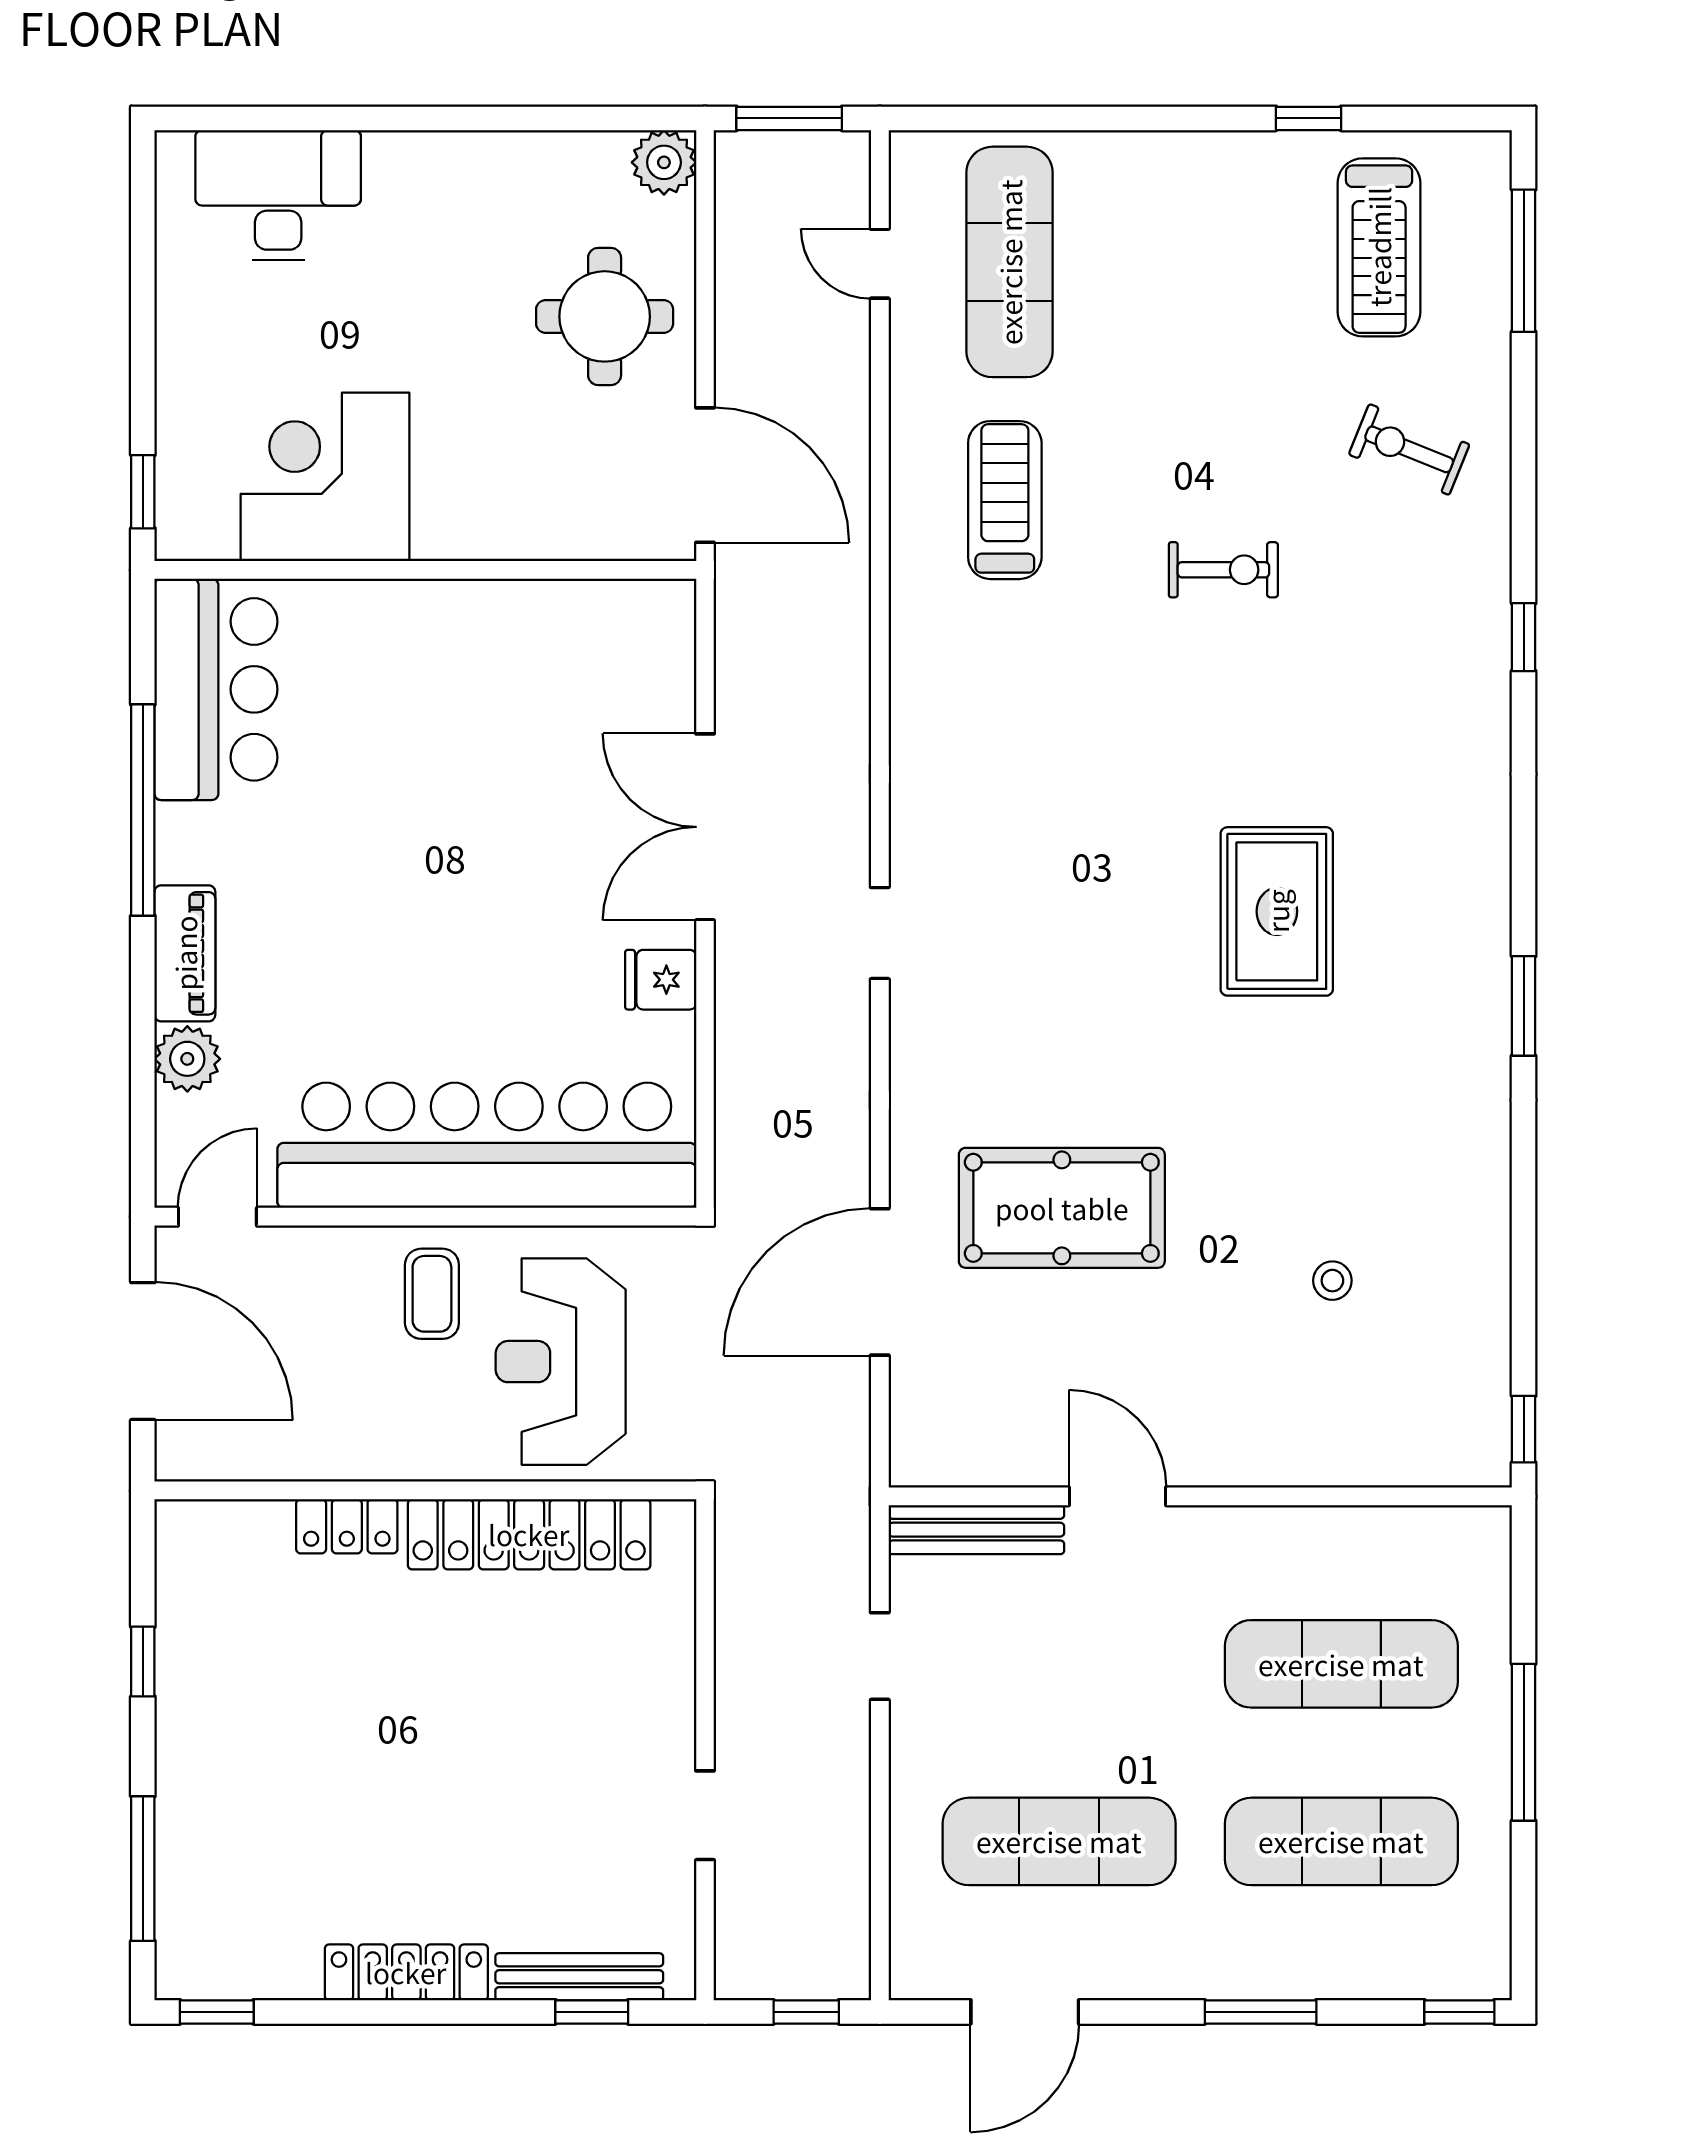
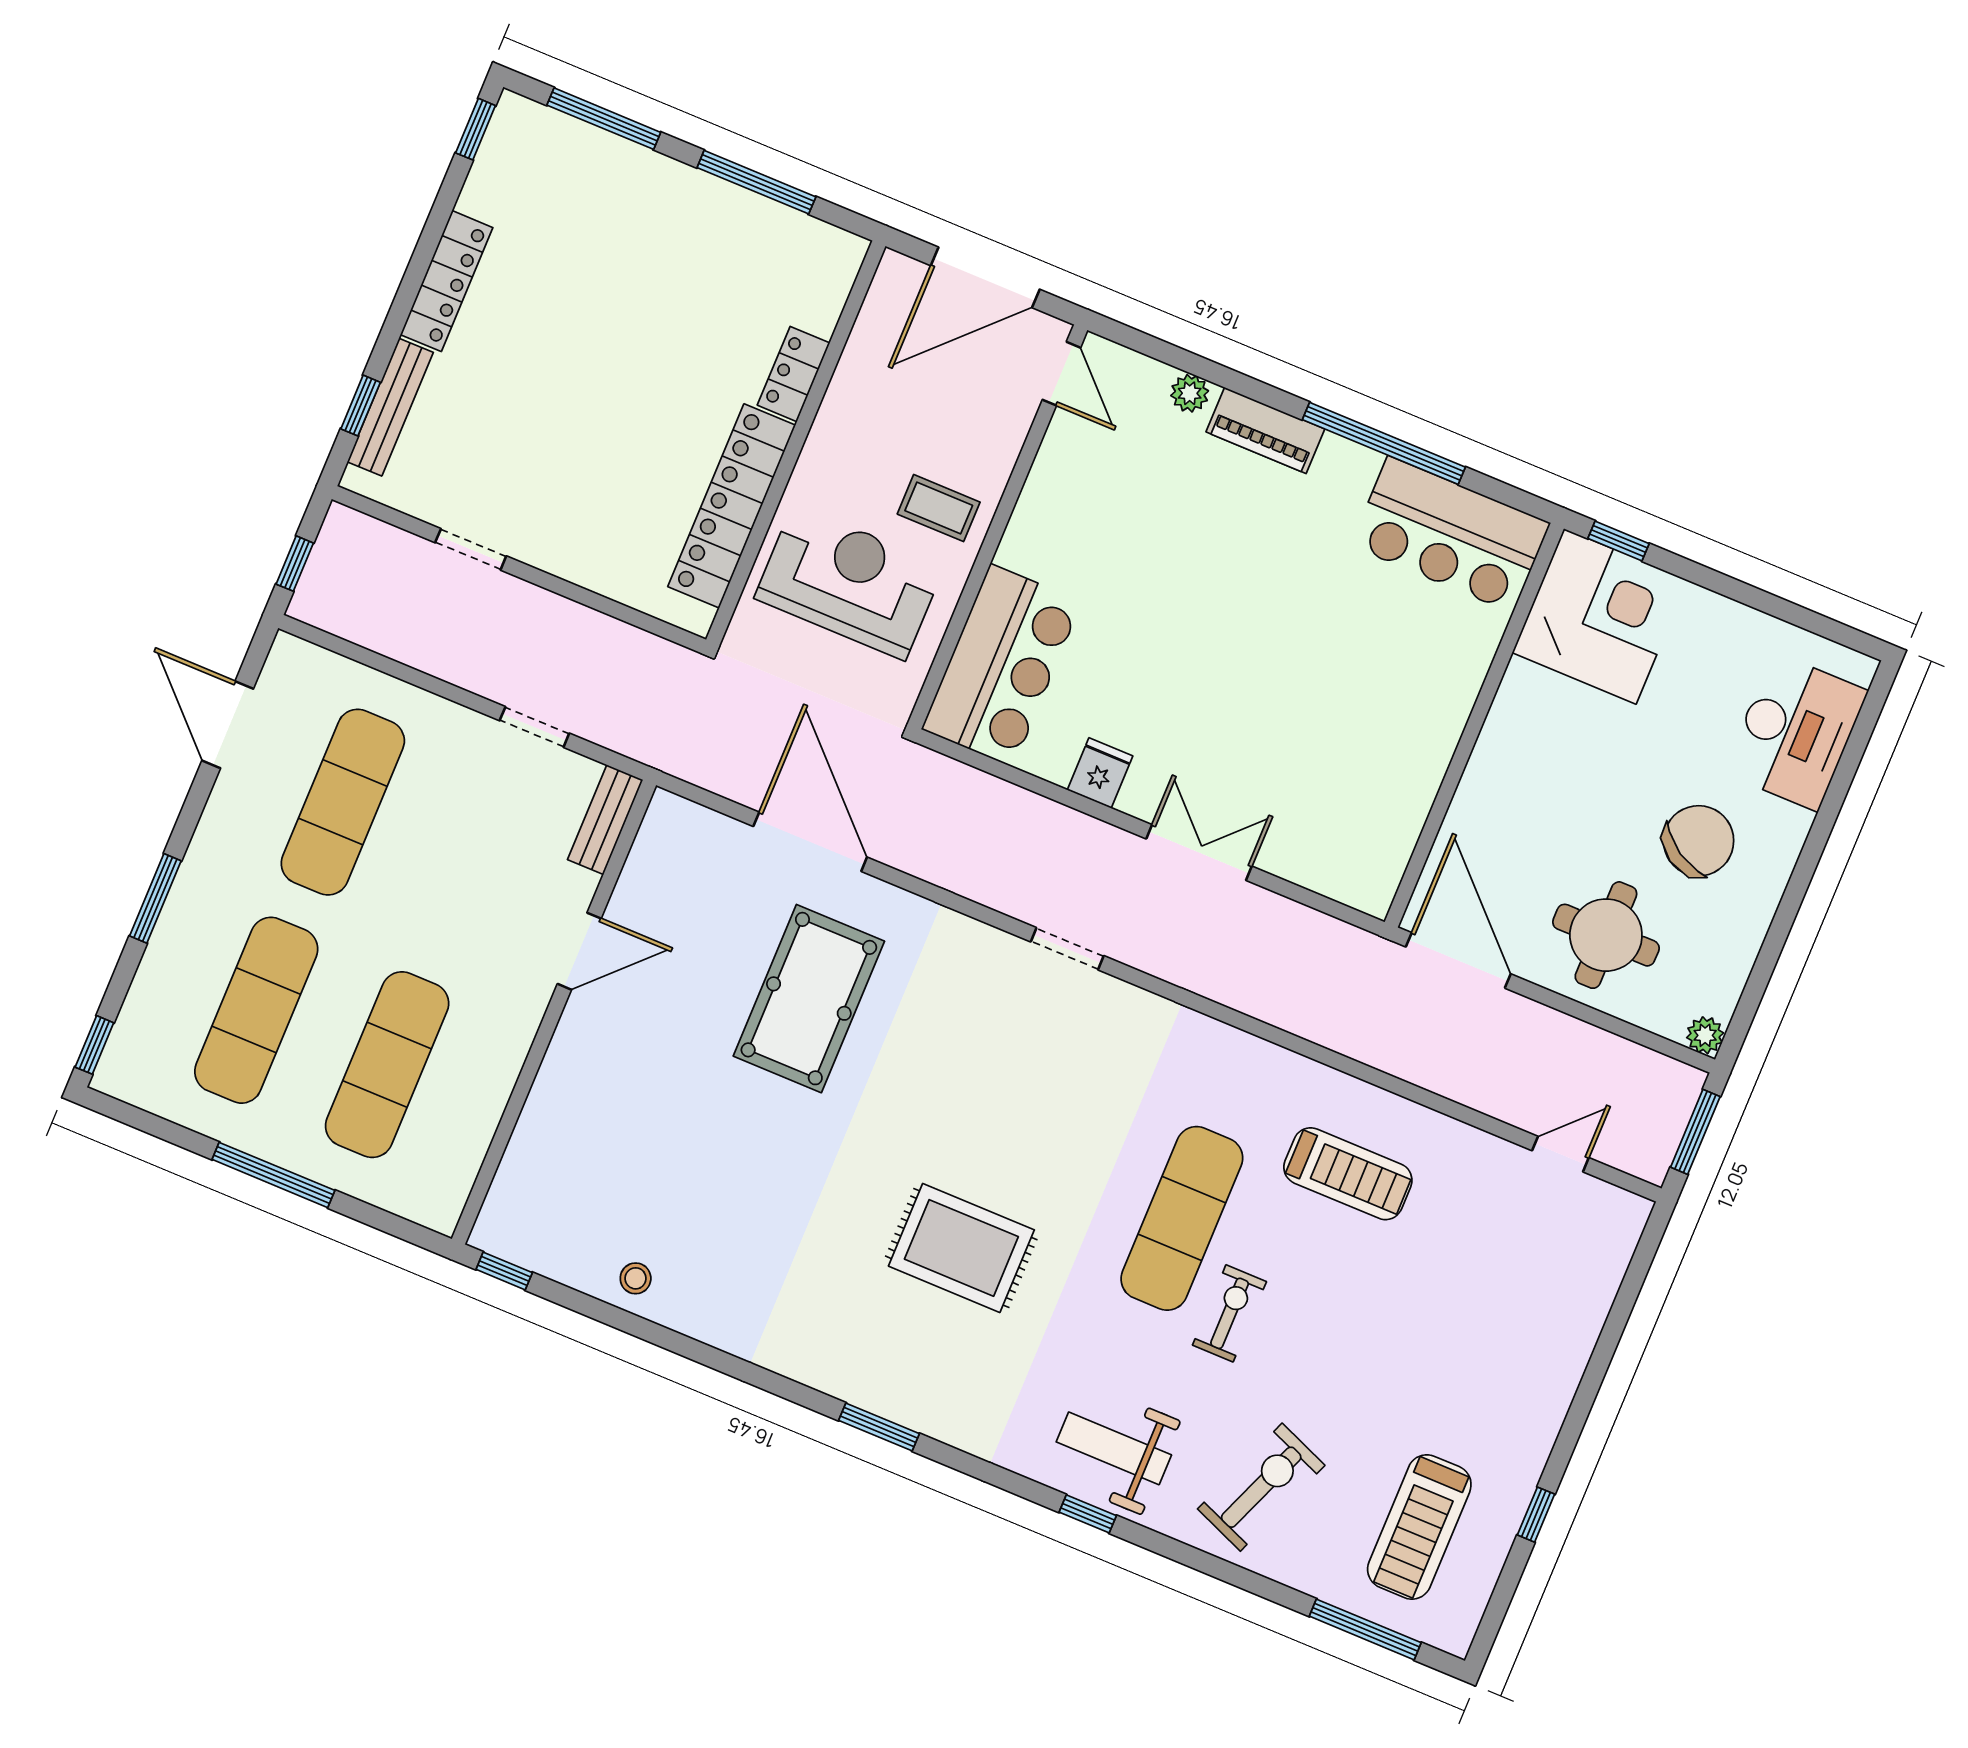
plant: (664, 162) -> (1705, 1035), width x0.73, depth x0.73
treadmill: (1379, 247) -> (1419, 1527), turned -90
chair: (451, 255) -> (1699, 841), added
exercise mat: (1010, 262) -> (1182, 1218), moved, turned 90
exercise bike: (1409, 449) -> (1261, 1487), width x1.38, depth x1.39
door: (705, 475) -> (1458, 960), swing flipped
corner desk: (325, 477) -> (1600, 616), moved
exercise bike: (1223, 570) -> (1230, 1313), turned 180
weight bench: (1435, 639) -> (1114, 1448), added
double door: (705, 827) -> (1199, 853), width x0.73
window: (1524, 1006) -> (879, 1427), moved
plant: (187, 1059) -> (1190, 393), width x0.73, depth x0.73
bar counter: (487, 1145) -> (1002, 665), width x0.54
stool: (1332, 1281) -> (636, 1278), moved
bench: (976, 1530) -> (605, 820), width x0.73
window: (143, 1662) -> (756, 182), width x2.17

